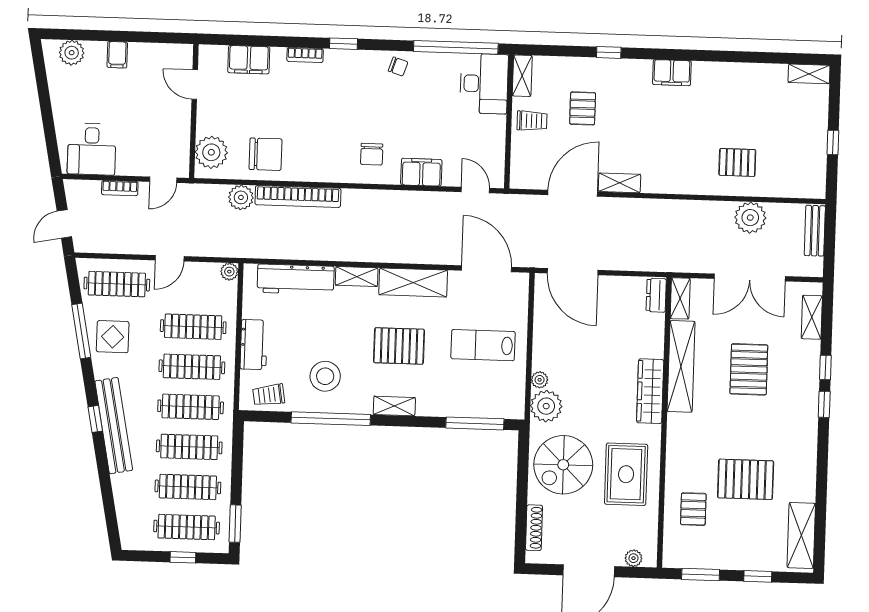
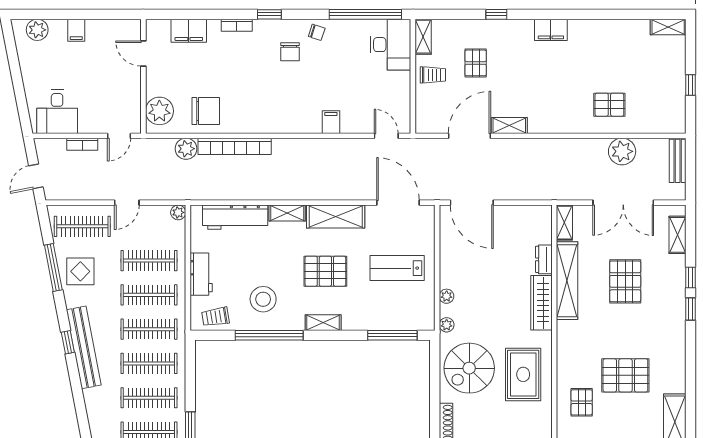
chair: (372, 154) -> (290, 52), moved
filing cabinet: (421, 172) -> (331, 122), width x0.50
dresser: (656, 295) -> (544, 259), moved
plant: (546, 406) -> (447, 325), width x0.53, depth x0.53

